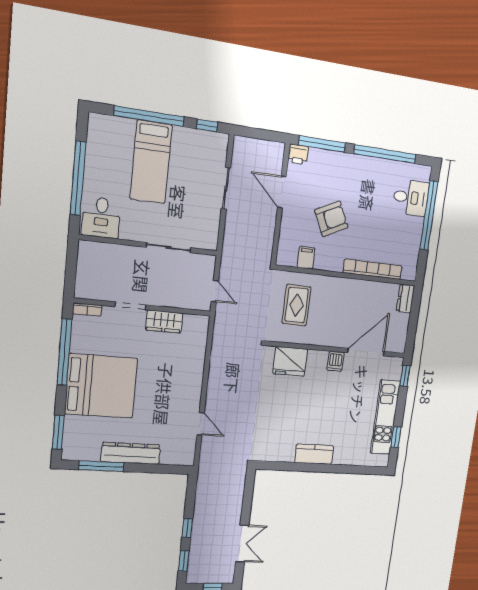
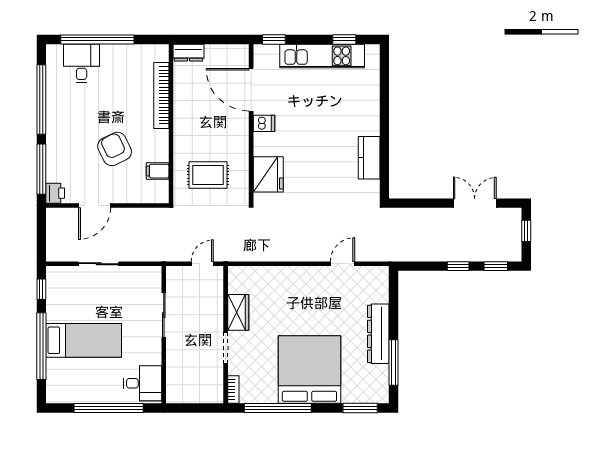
kitchen counter: (314, 454) -> (369, 158), moved

